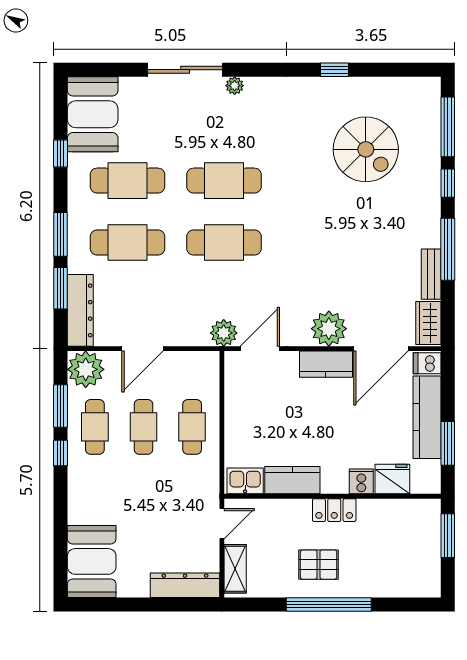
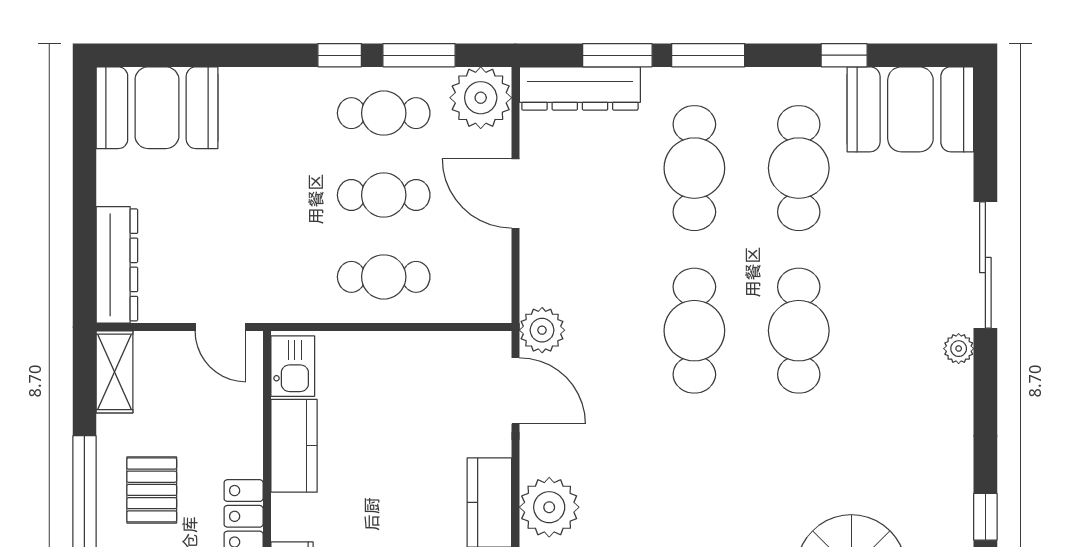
shelving: (235, 569) -> (115, 372), moved, turned 90

